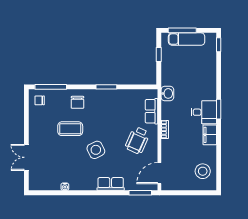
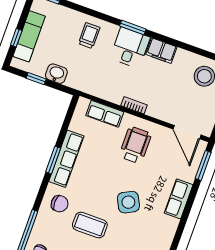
window: (182, 30) -> (16, 38), width x0.46
trolley: (202, 81) -> (89, 36), added
washbasin: (167, 93) -> (56, 74), moved
row of seats: (111, 96) -> (66, 159), added
coffee table: (70, 129) -> (90, 225), turned 90
wheelchair: (137, 140) -> (135, 145), turned -114

